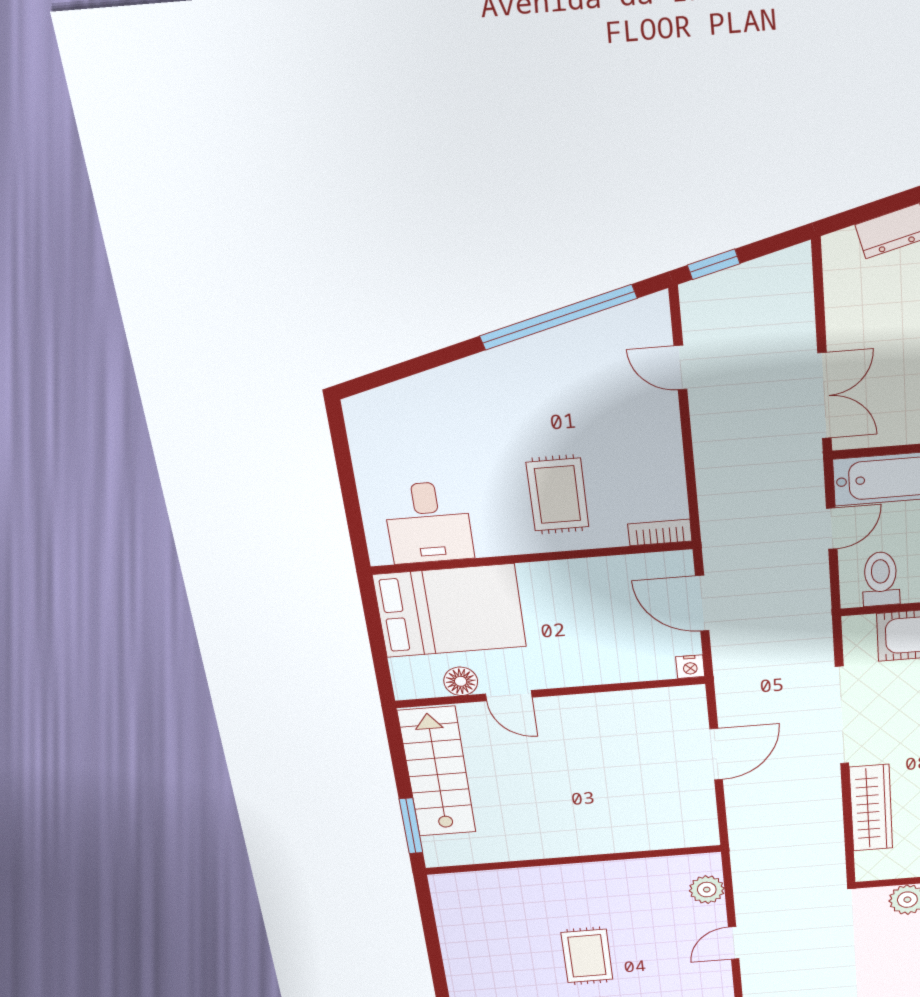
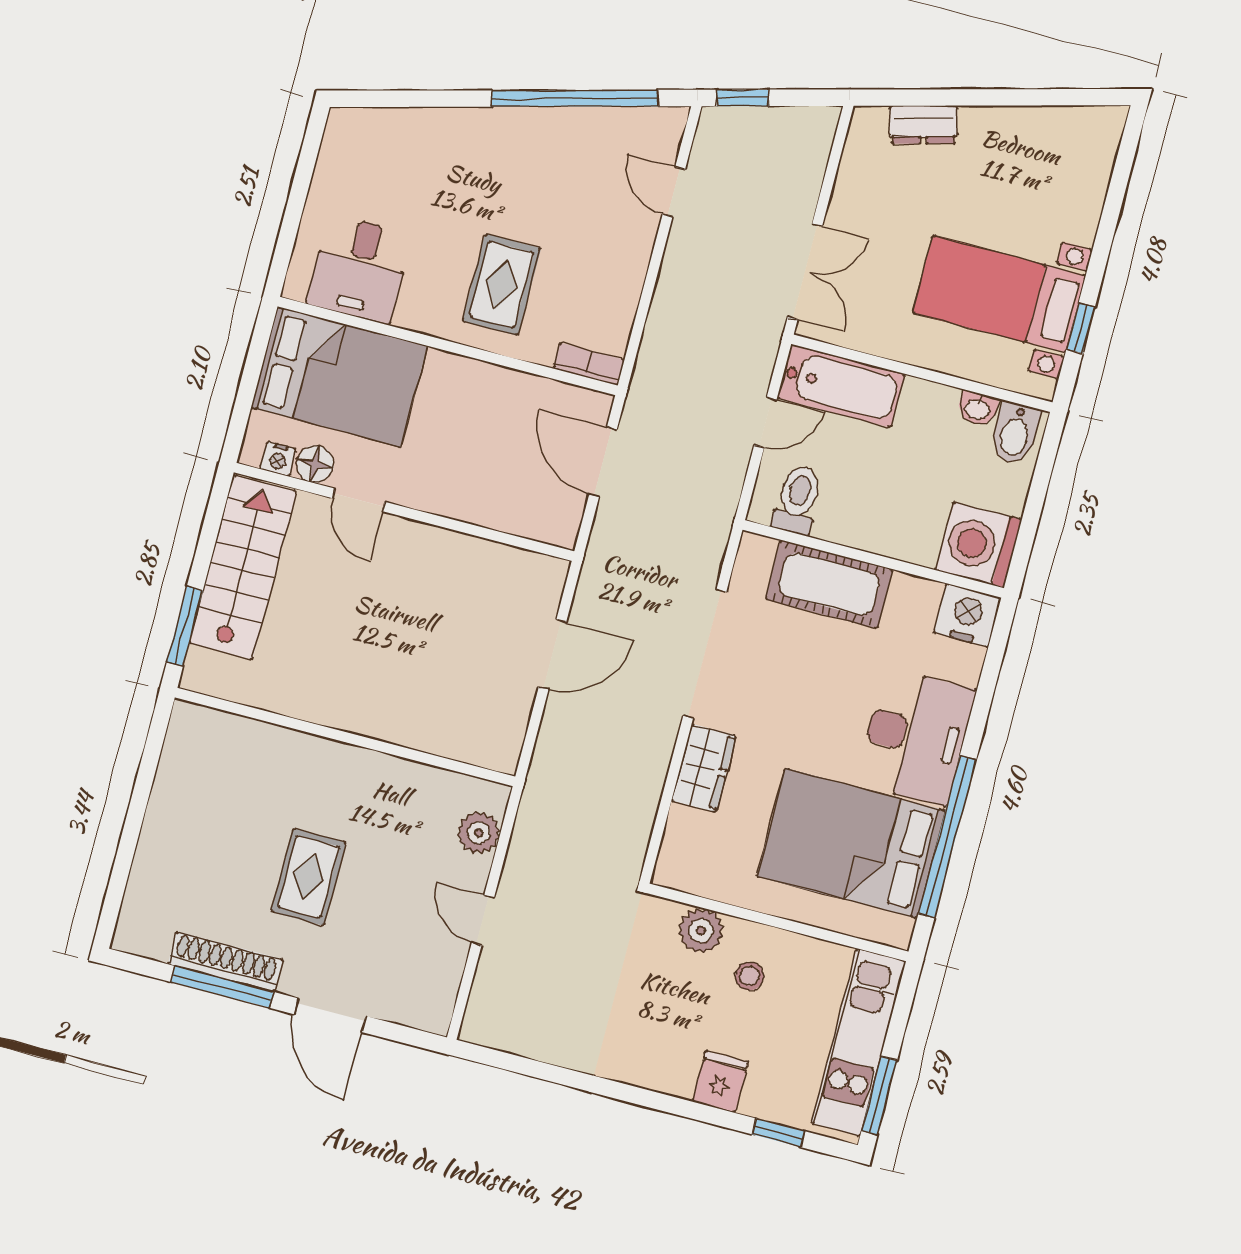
nightstand: (690, 667) -> (278, 459), moved
wardrobe: (871, 808) -> (704, 768), width x0.67
door: (734, 943) -> (483, 920), hinge flipped

